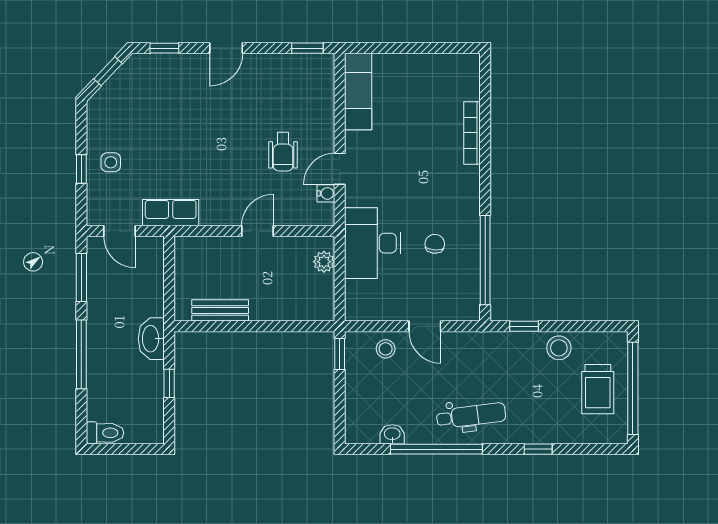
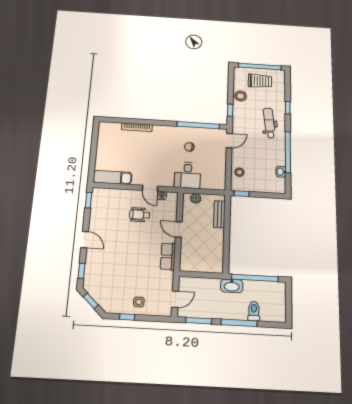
wheelchair: (283, 152) -> (140, 215), turned 180
window: (81, 169) -> (127, 317), moved
row of seats: (171, 213) -> (168, 256), moved
desk: (373, 243) -> (188, 175), width x0.73
bench: (220, 310) -> (219, 214), moved
door: (425, 326) -> (229, 141), moved
window: (169, 383) -> (255, 278), width x3.17
dental chair: (471, 416) -> (269, 123), moved
toilet: (105, 433) -> (254, 311), moved

